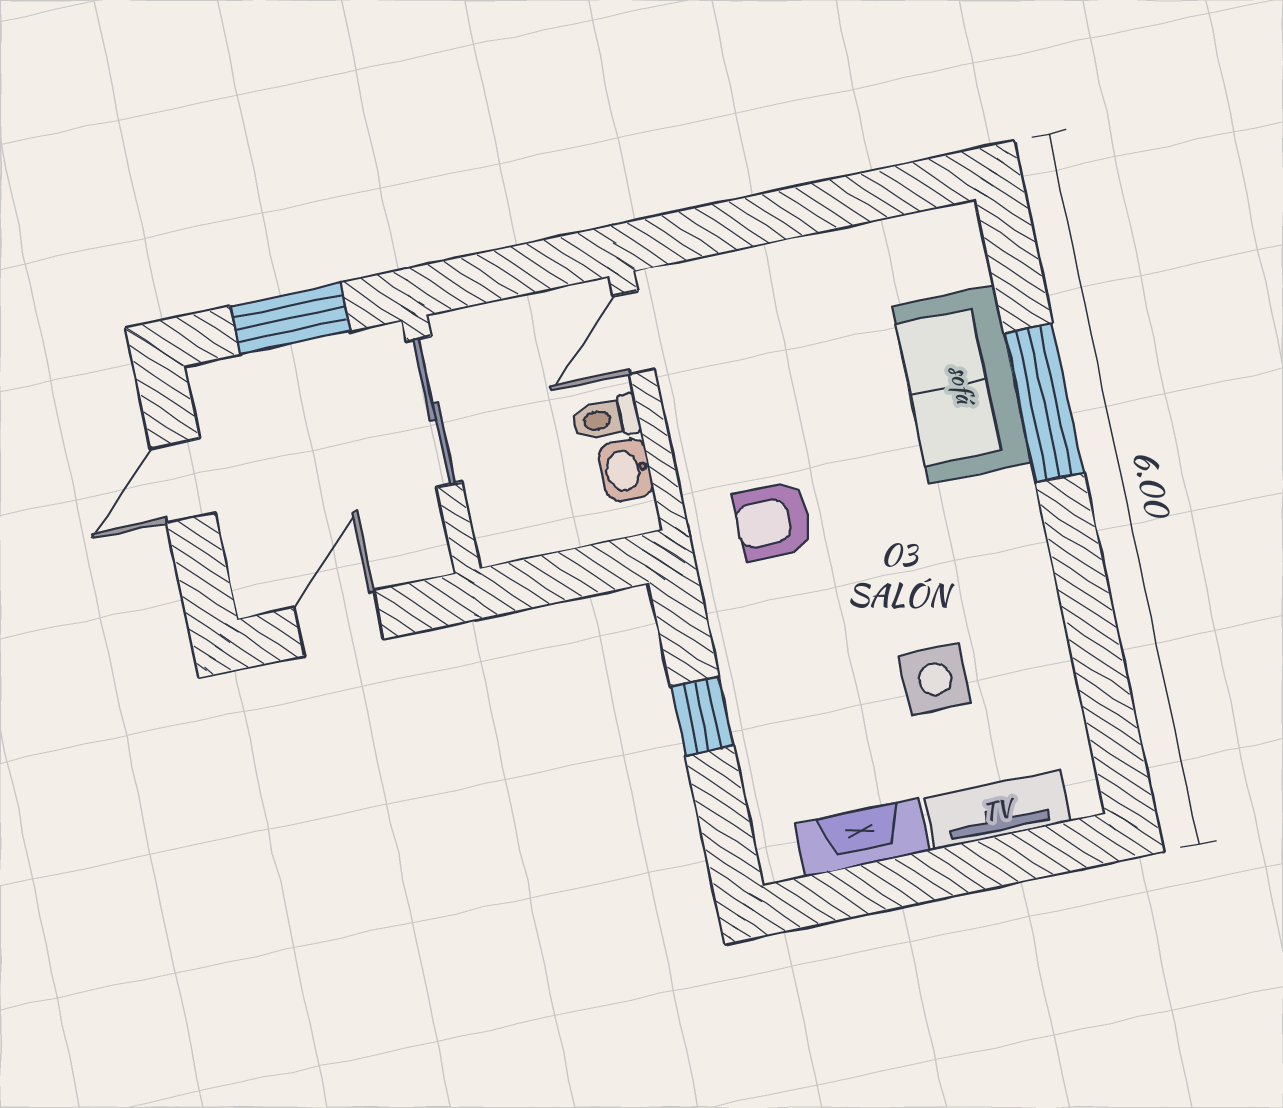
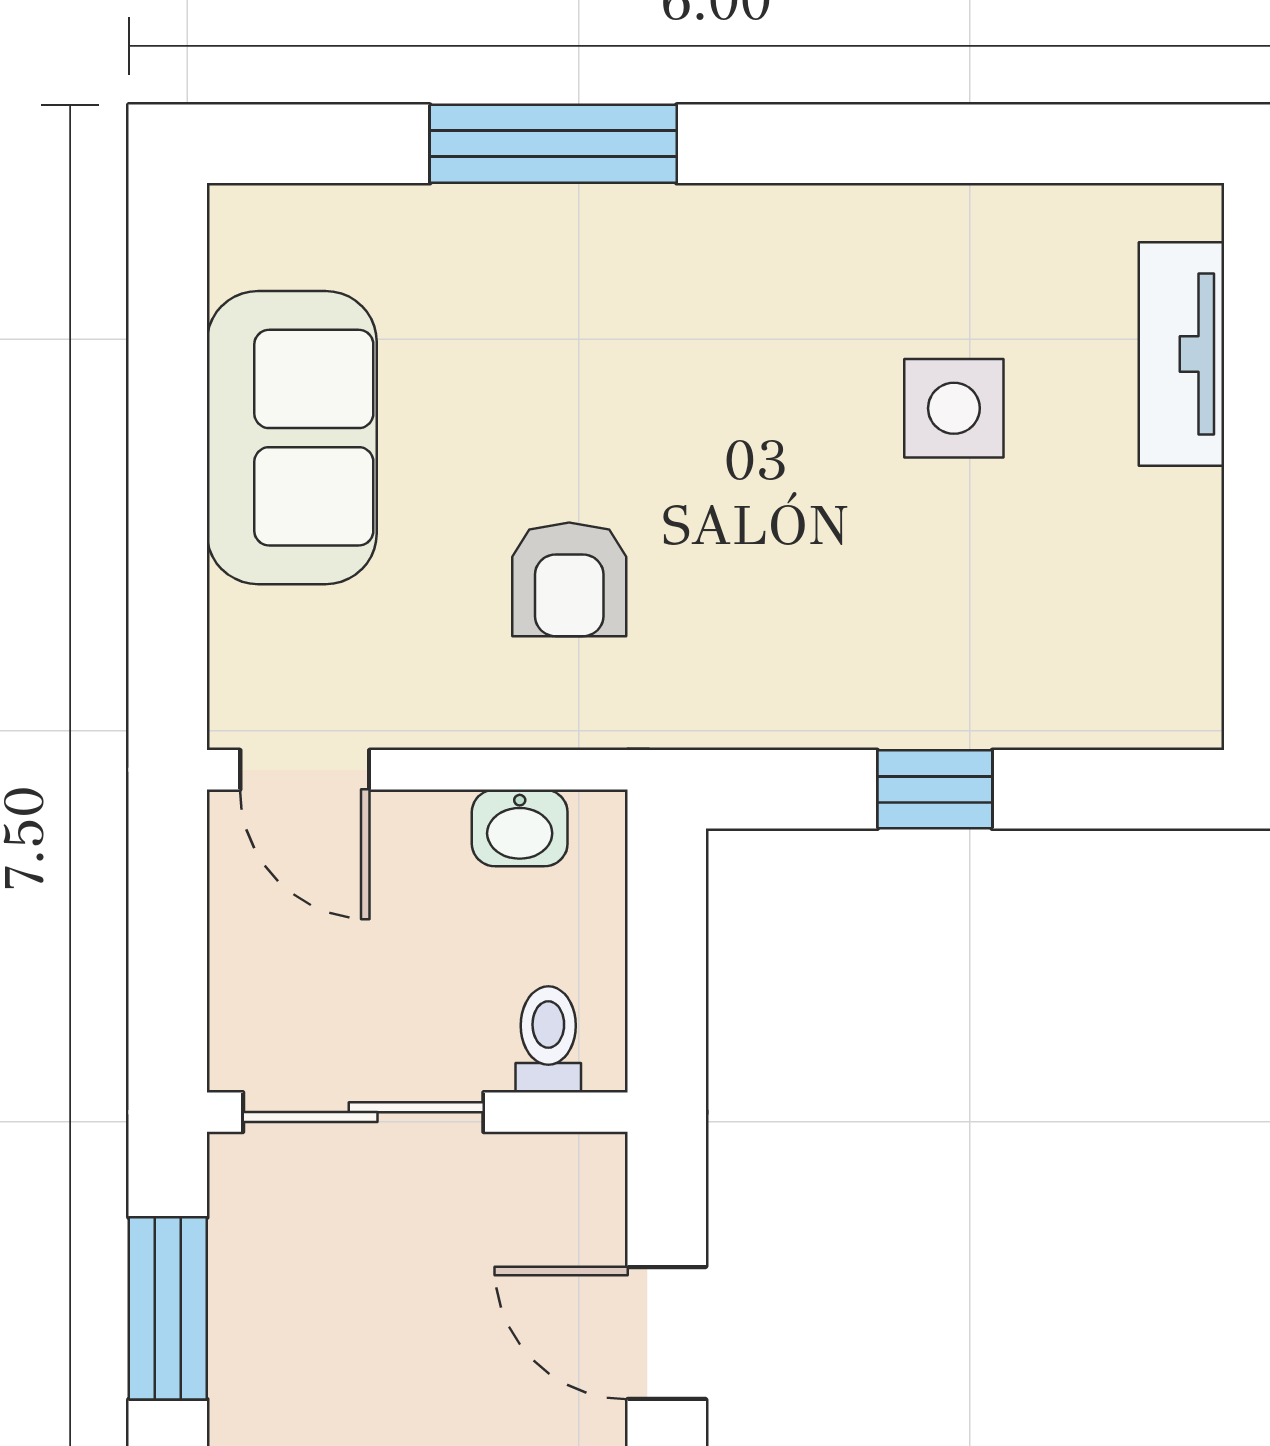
sofa: (962, 384) -> (292, 438), moved, turned -90
toilet: (606, 418) -> (548, 1039), moved, turned 180
armchair: (773, 521) -> (569, 579), moved
fireplace: (862, 837) -> (1180, 577), removed

